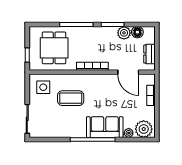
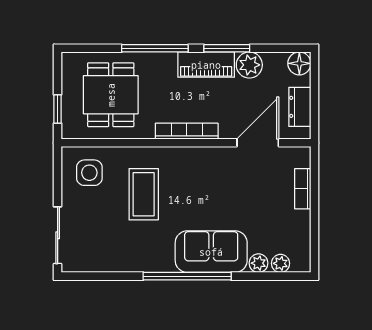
floor lamp: (137, 32) -> (299, 63), moved
piano: (102, 33) -> (206, 65), added
door: (128, 72) -> (258, 143), swing flipped
coffee table: (71, 98) -> (144, 194), turned 90
plant: (144, 129) -> (280, 263), width x0.53, depth x0.53

